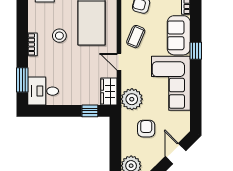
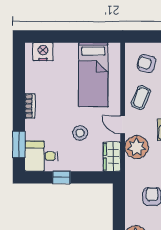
stool: (59, 36) -> (80, 133), moved
plant: (132, 99) -> (137, 147), moved
window: (90, 111) -> (62, 177), moved

